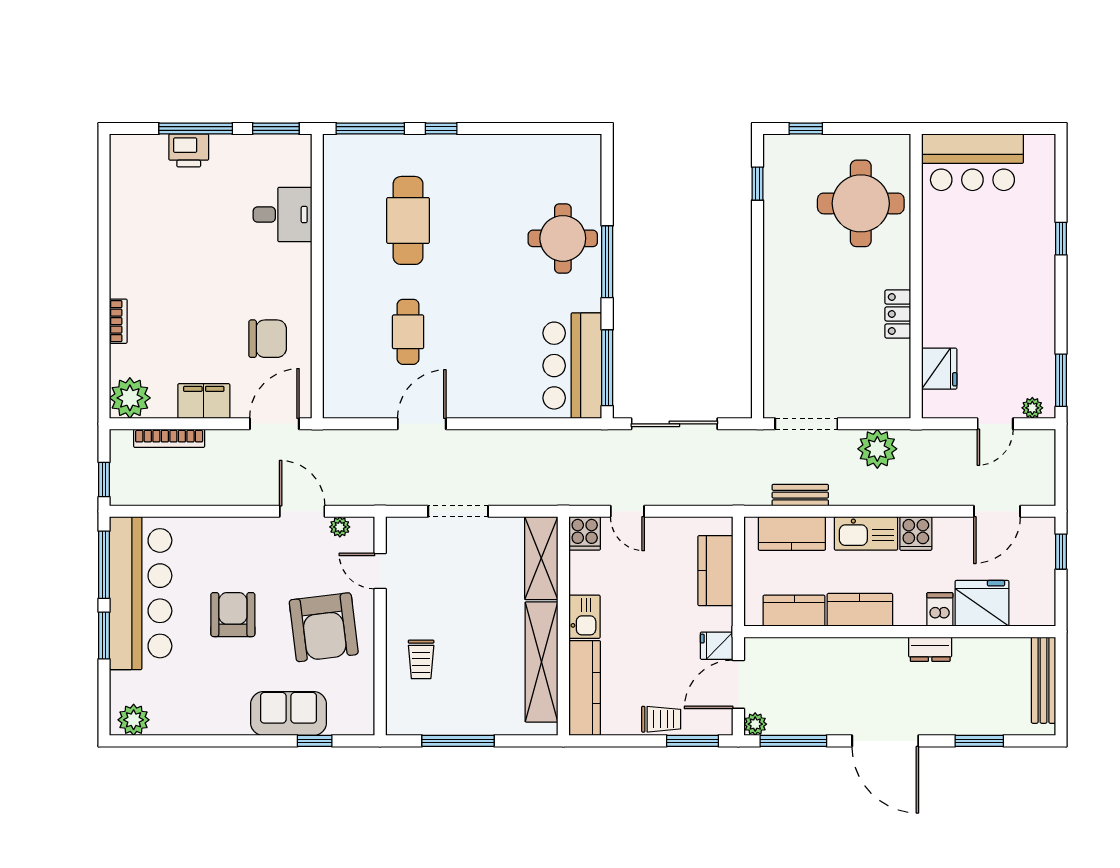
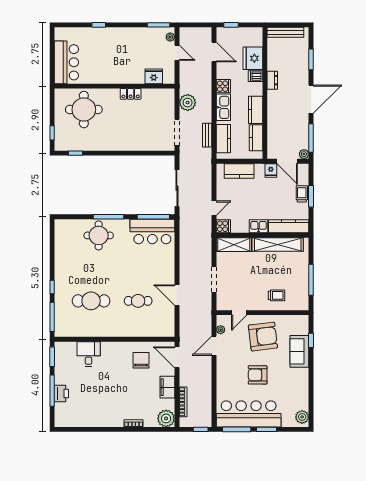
window: (693, 741) -> (311, 196), moved

